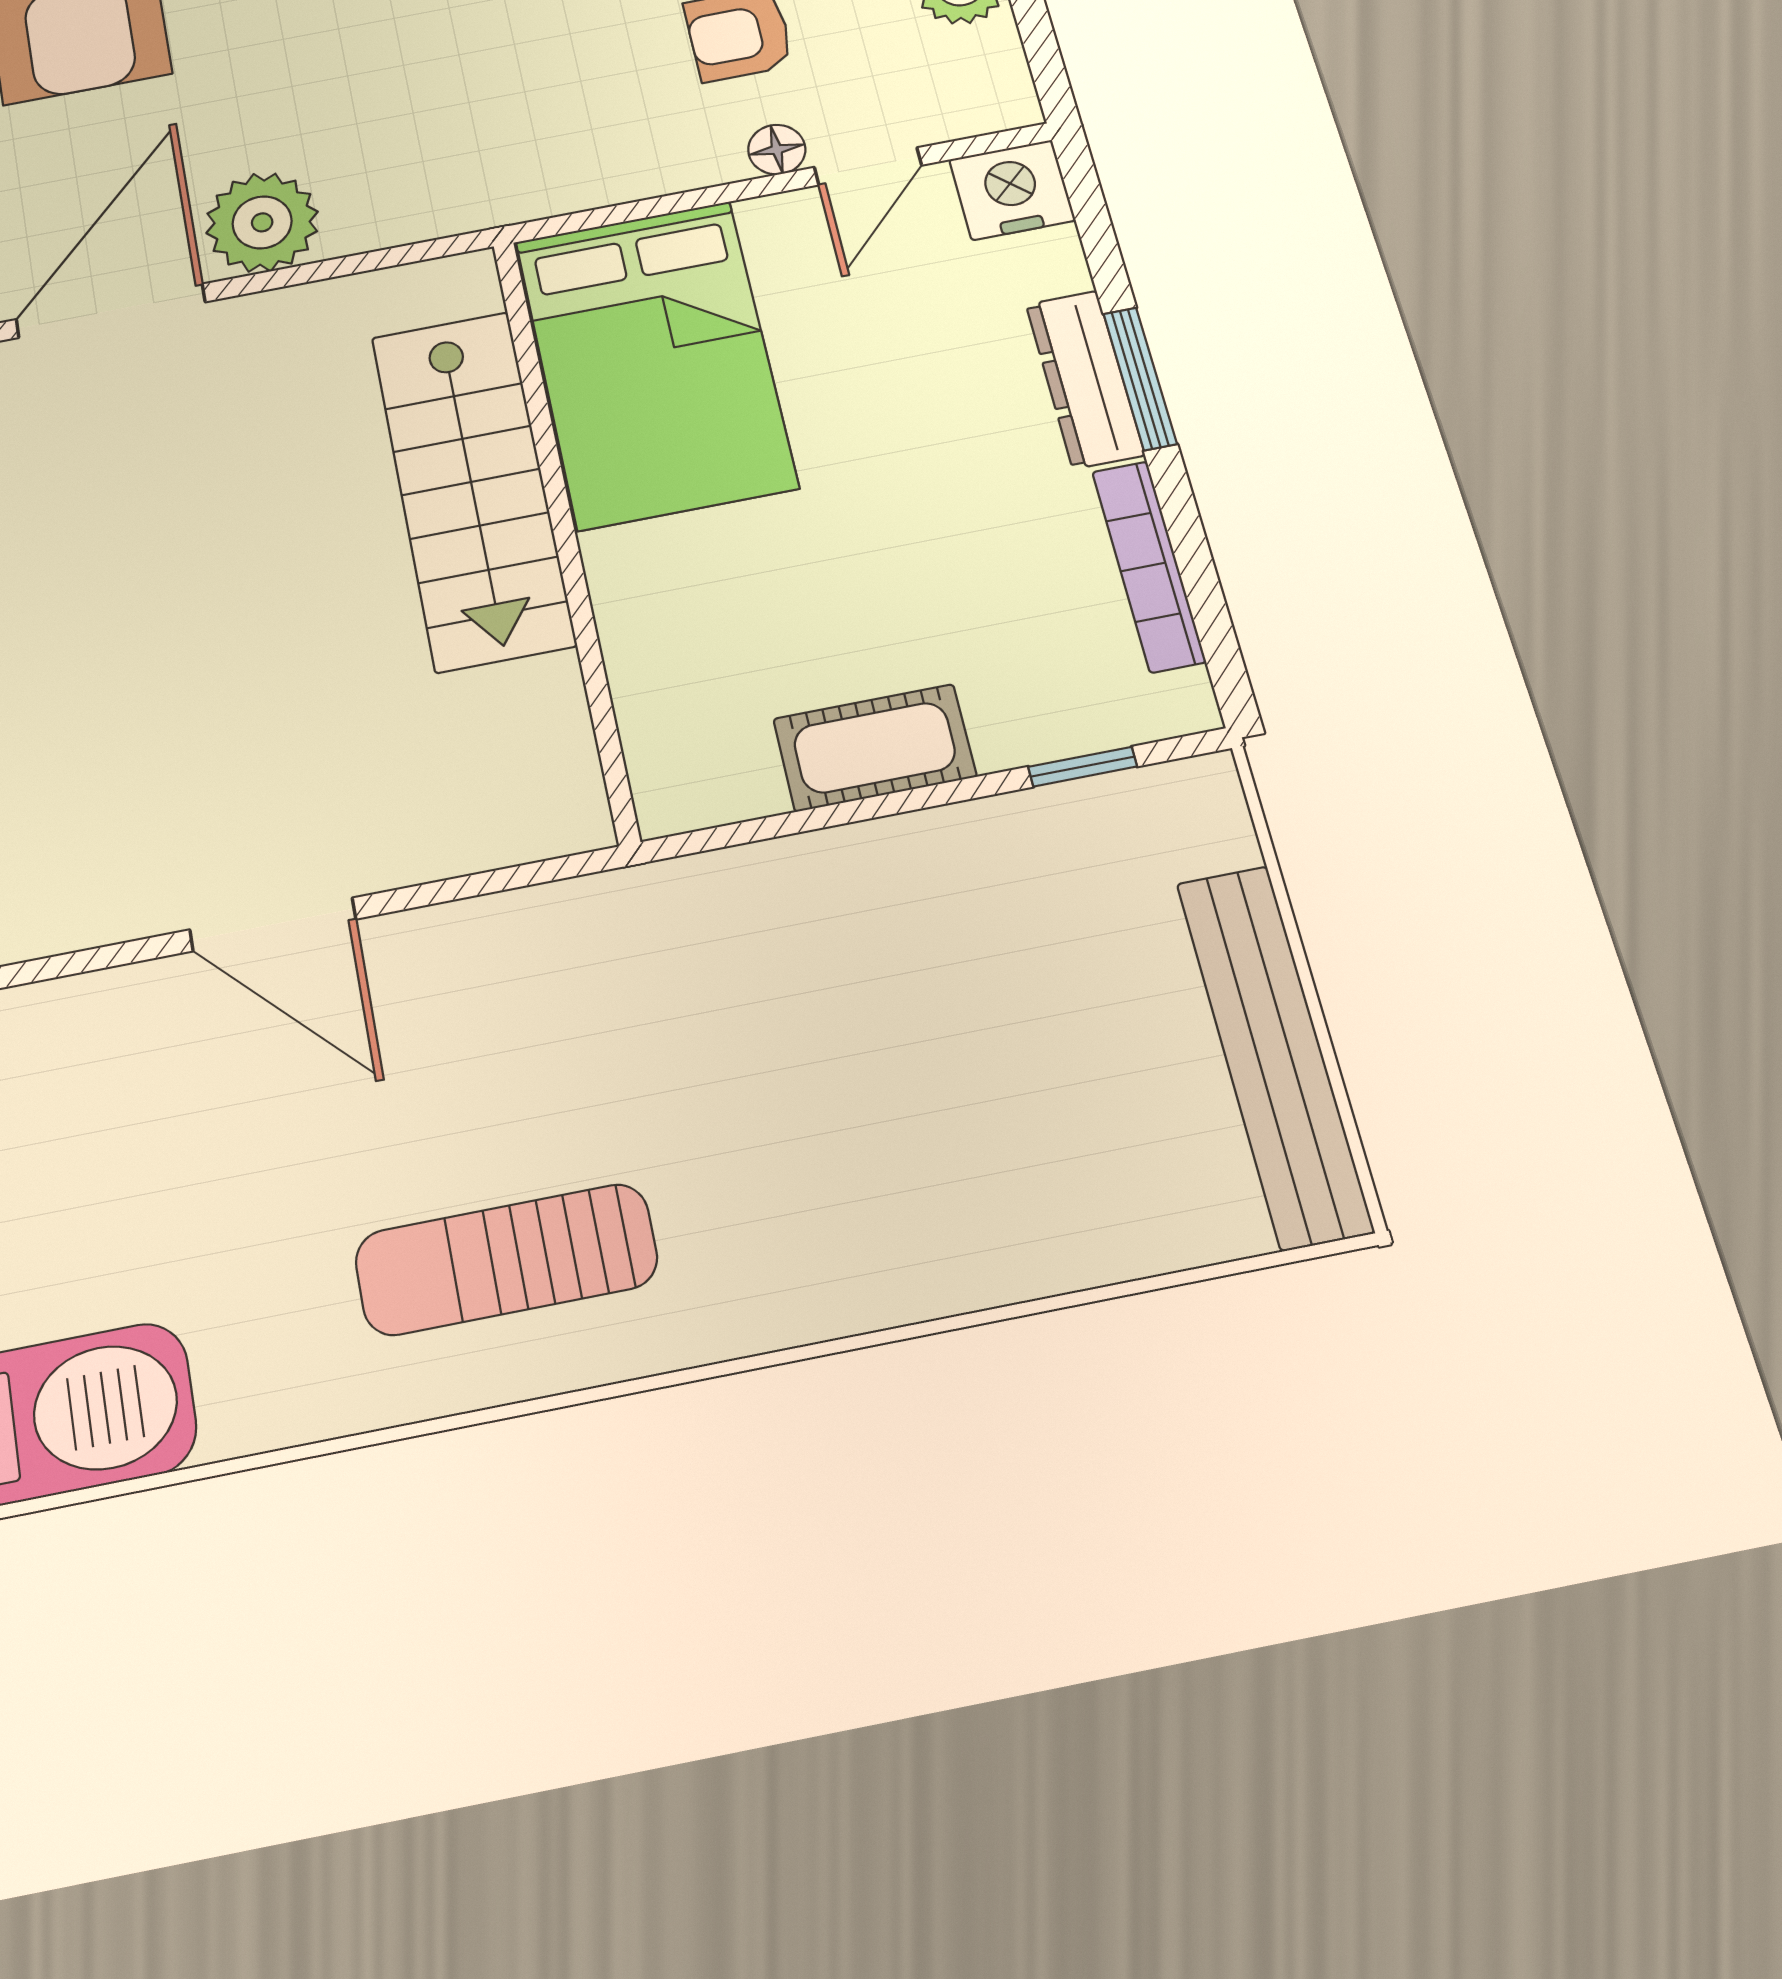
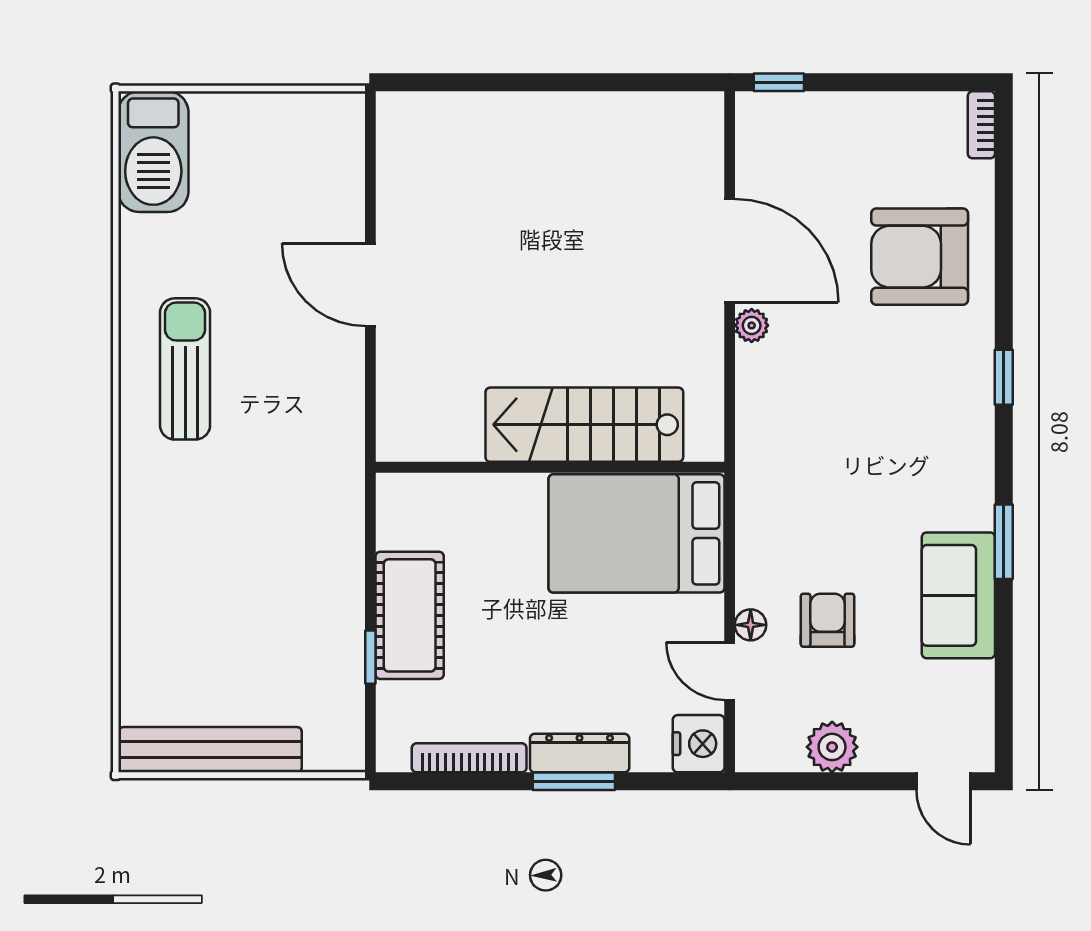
plant: (262, 222) -> (752, 325), width x0.53, depth x0.53
cot: (875, 748) -> (410, 615), width x1.37, depth x1.34
window: (1083, 767) -> (370, 657), moved
door: (273, 924) -> (370, 285), hinge flipped

